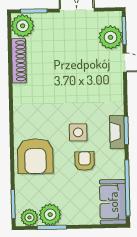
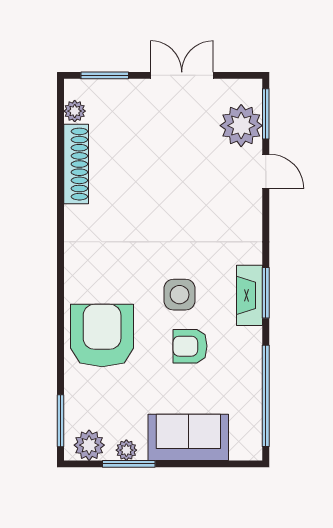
plant: (23, 26) -> (75, 111), width x0.53, depth x0.53
armchair: (35, 156) -> (102, 336), turned 180
armchair: (85, 161) -> (190, 346), turned -90
sofa: (113, 202) -> (188, 437), moved, turned 90
plant: (50, 215) -> (126, 450), width x0.53, depth x0.53

